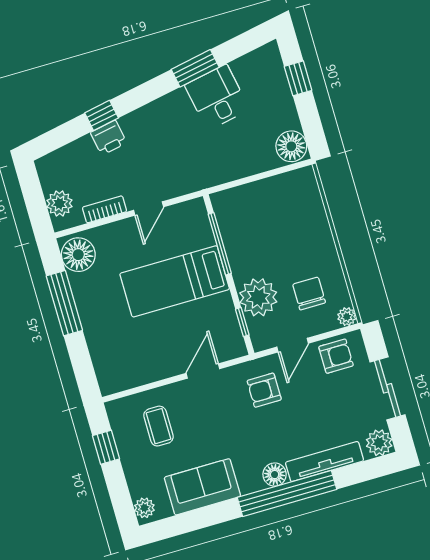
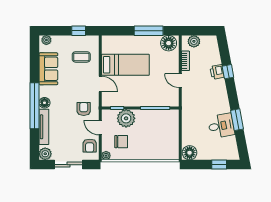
bed: (175, 281) -> (125, 65), moved, turned 90

